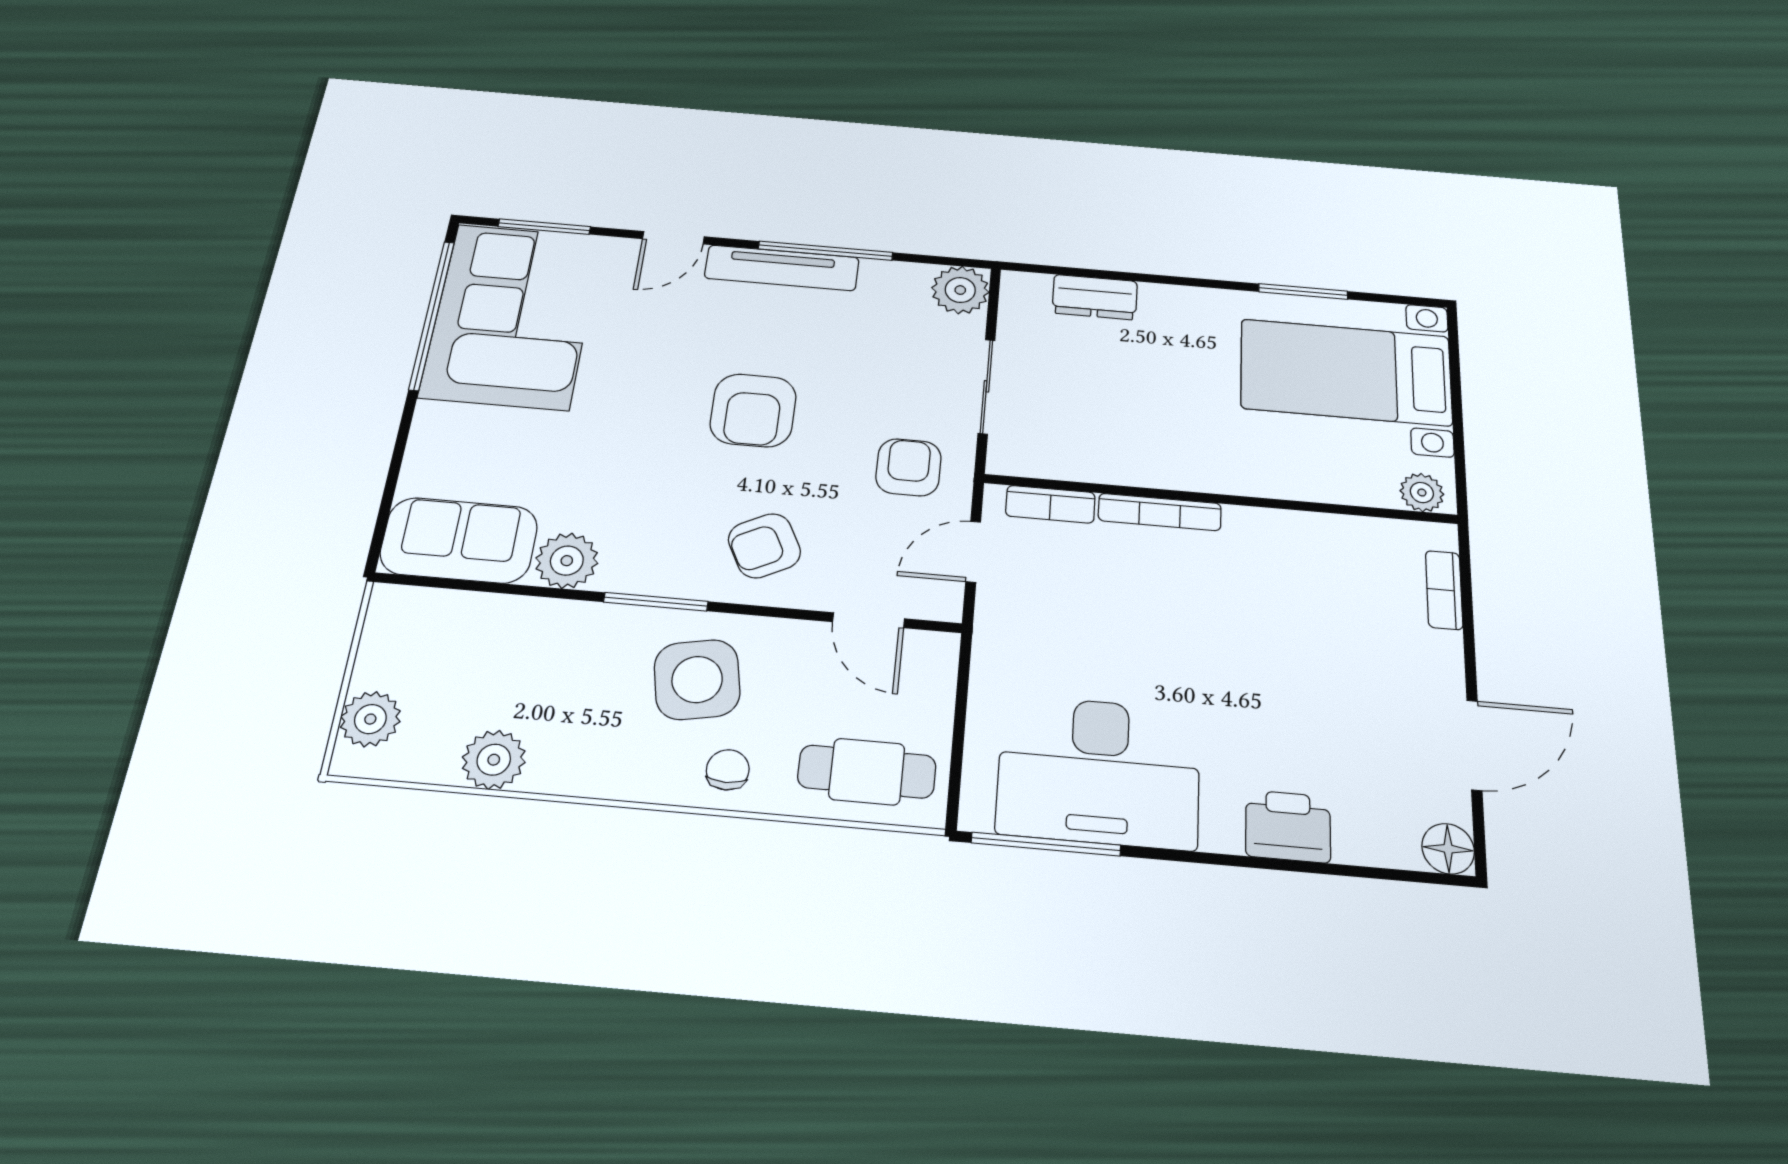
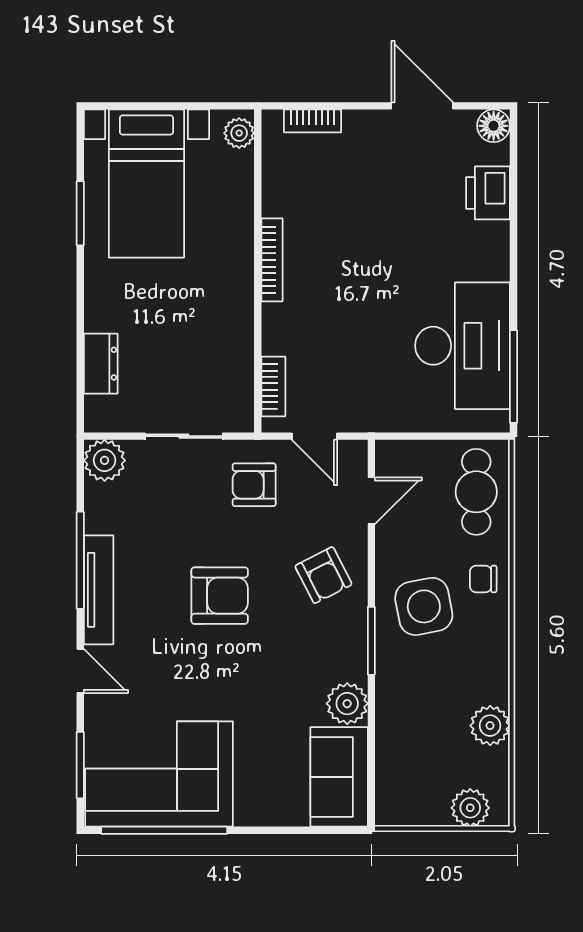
bookcase: (1160, 512) -> (272, 260), moved
printer: (1288, 826) -> (488, 193), moved

